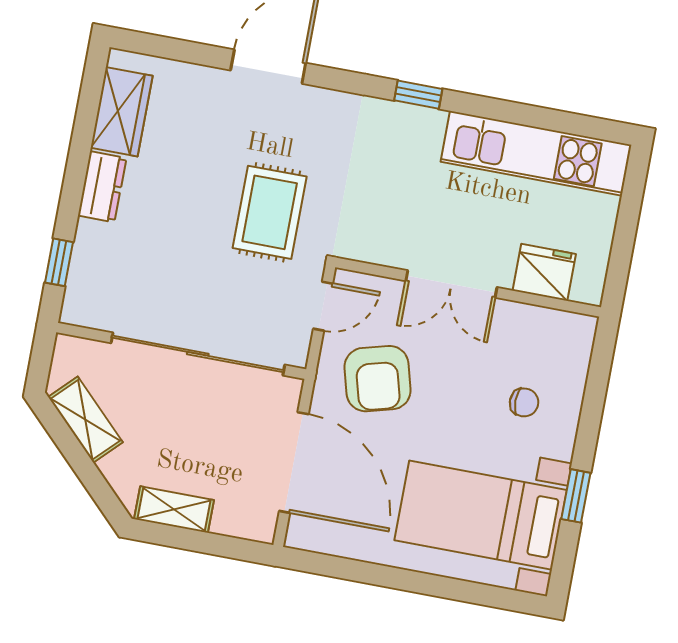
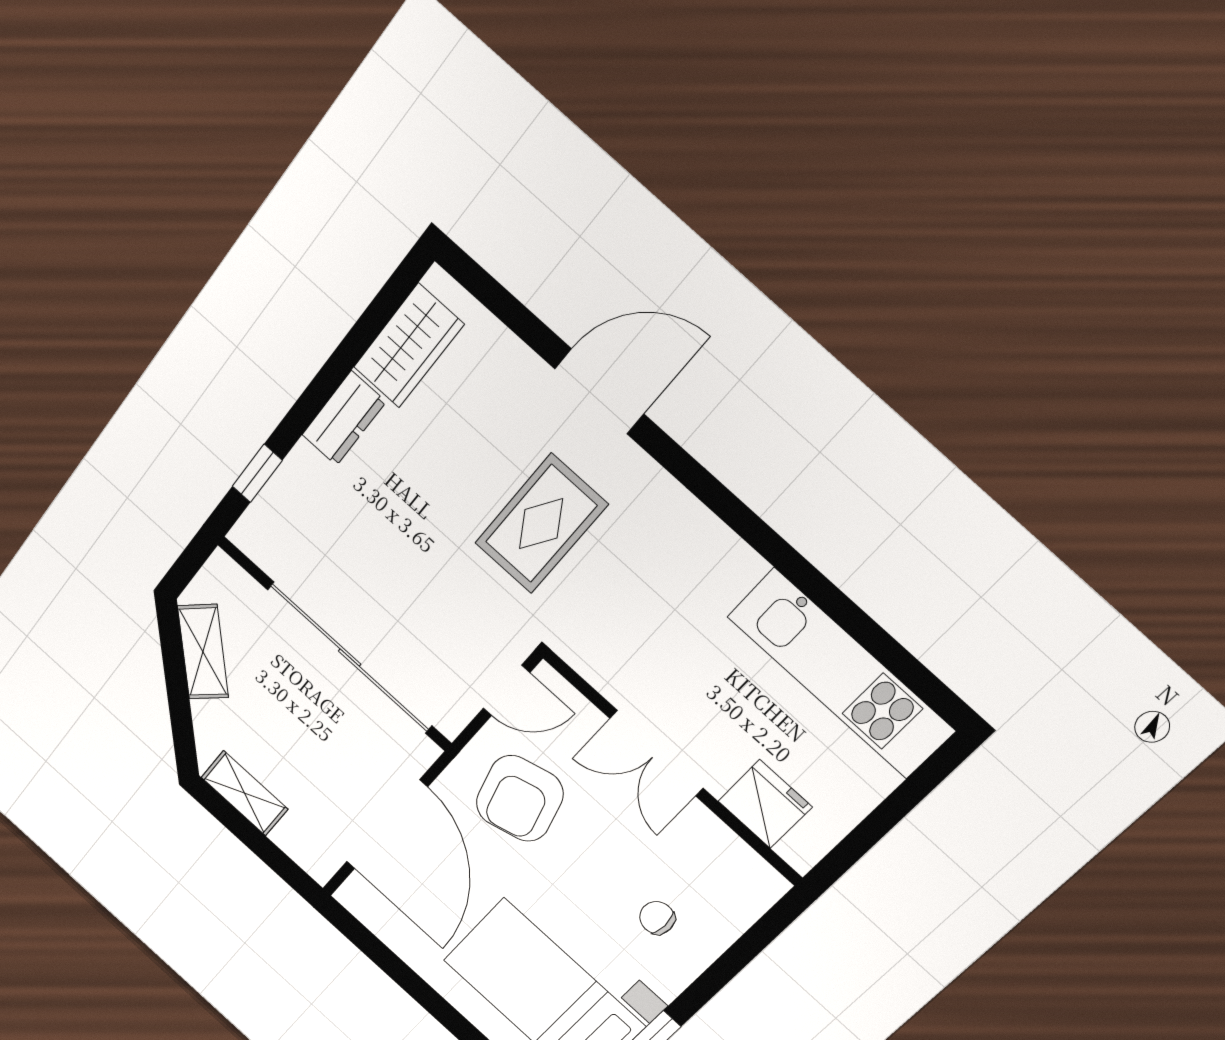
window: (418, 95) -> (750, 527), removed
rug: (270, 212) -> (541, 524), moved
chair: (524, 402) -> (657, 918), turned 180

